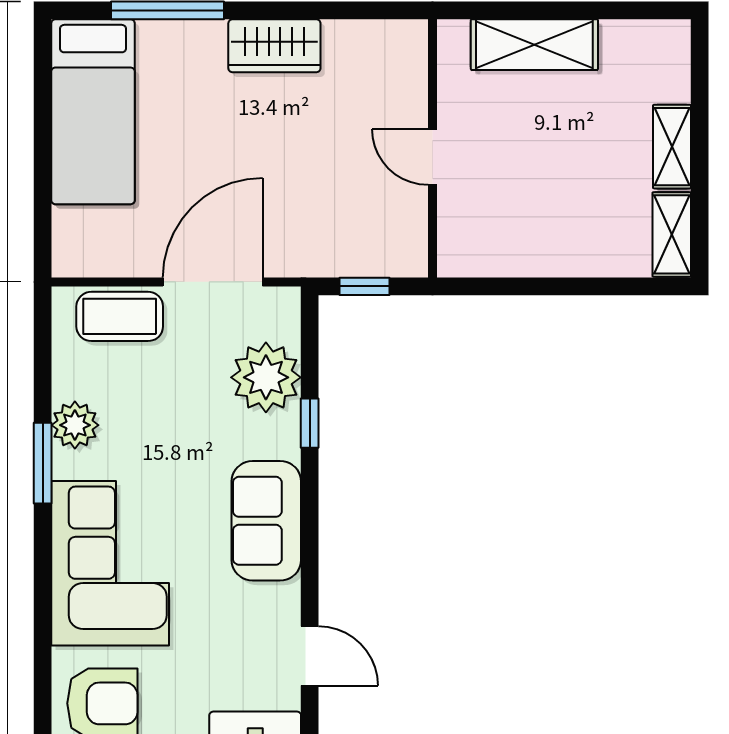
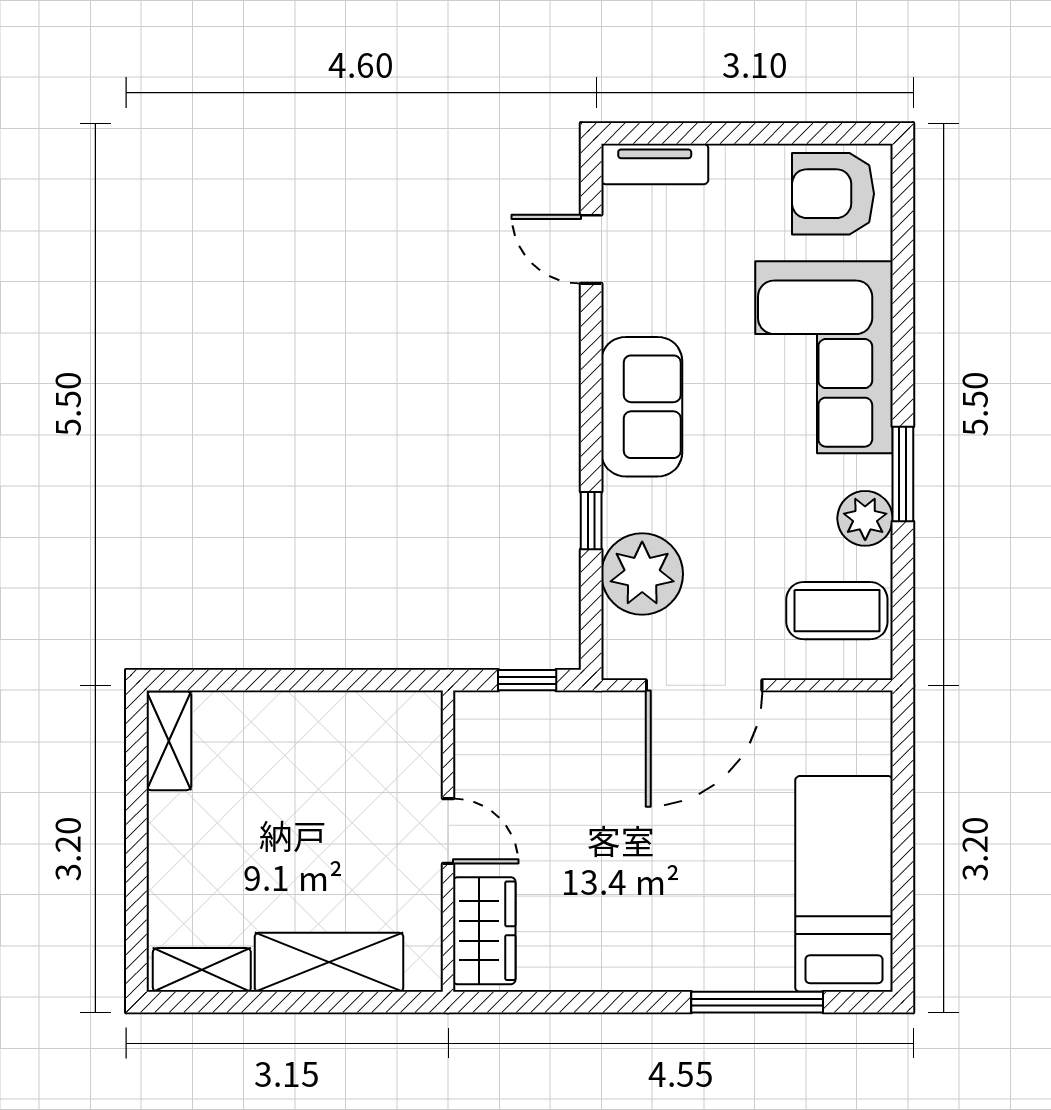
wardrobe: (274, 46) -> (484, 931), moved, turned 90
shelving: (672, 147) -> (202, 970), moved, turned 90
coffee table: (120, 316) -> (837, 611), moved

